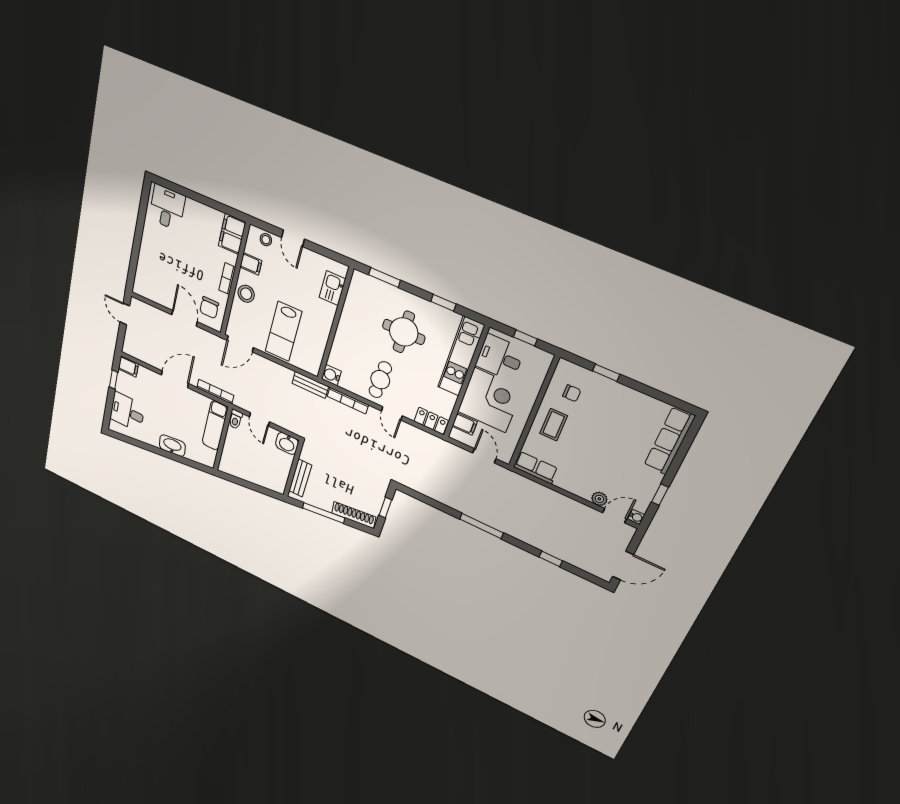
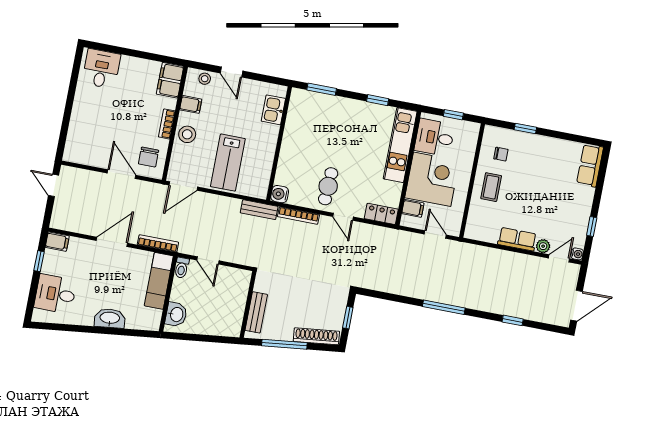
round table: (404, 332) -> (345, 135), removed
row of seats: (669, 441) -> (590, 165), width x0.68
washbasin: (287, 443) -> (176, 314), moved, turned -90
row of seats: (536, 468) -> (517, 239), moved

